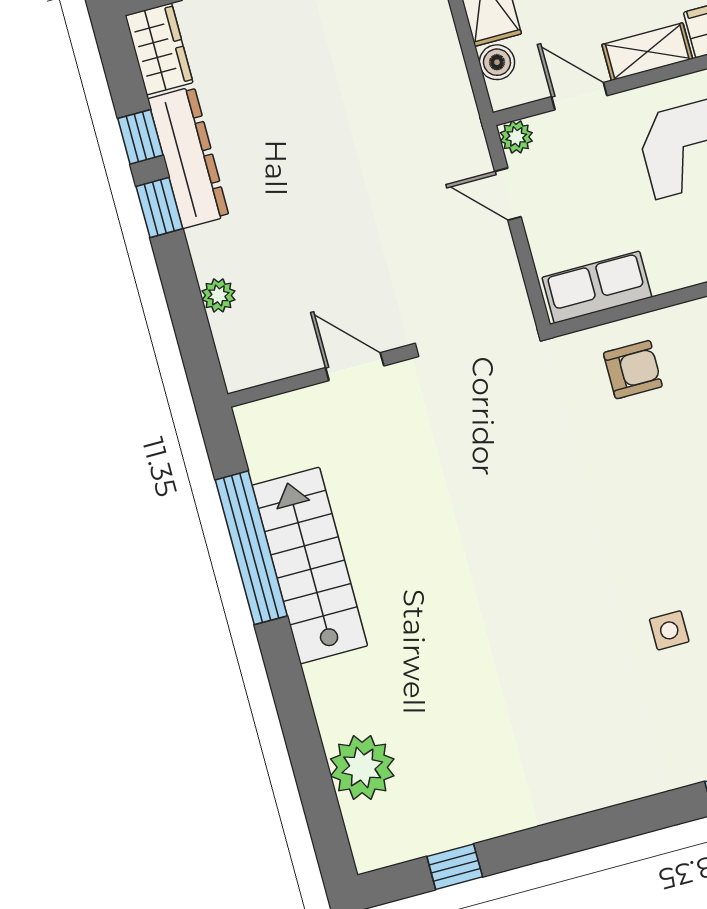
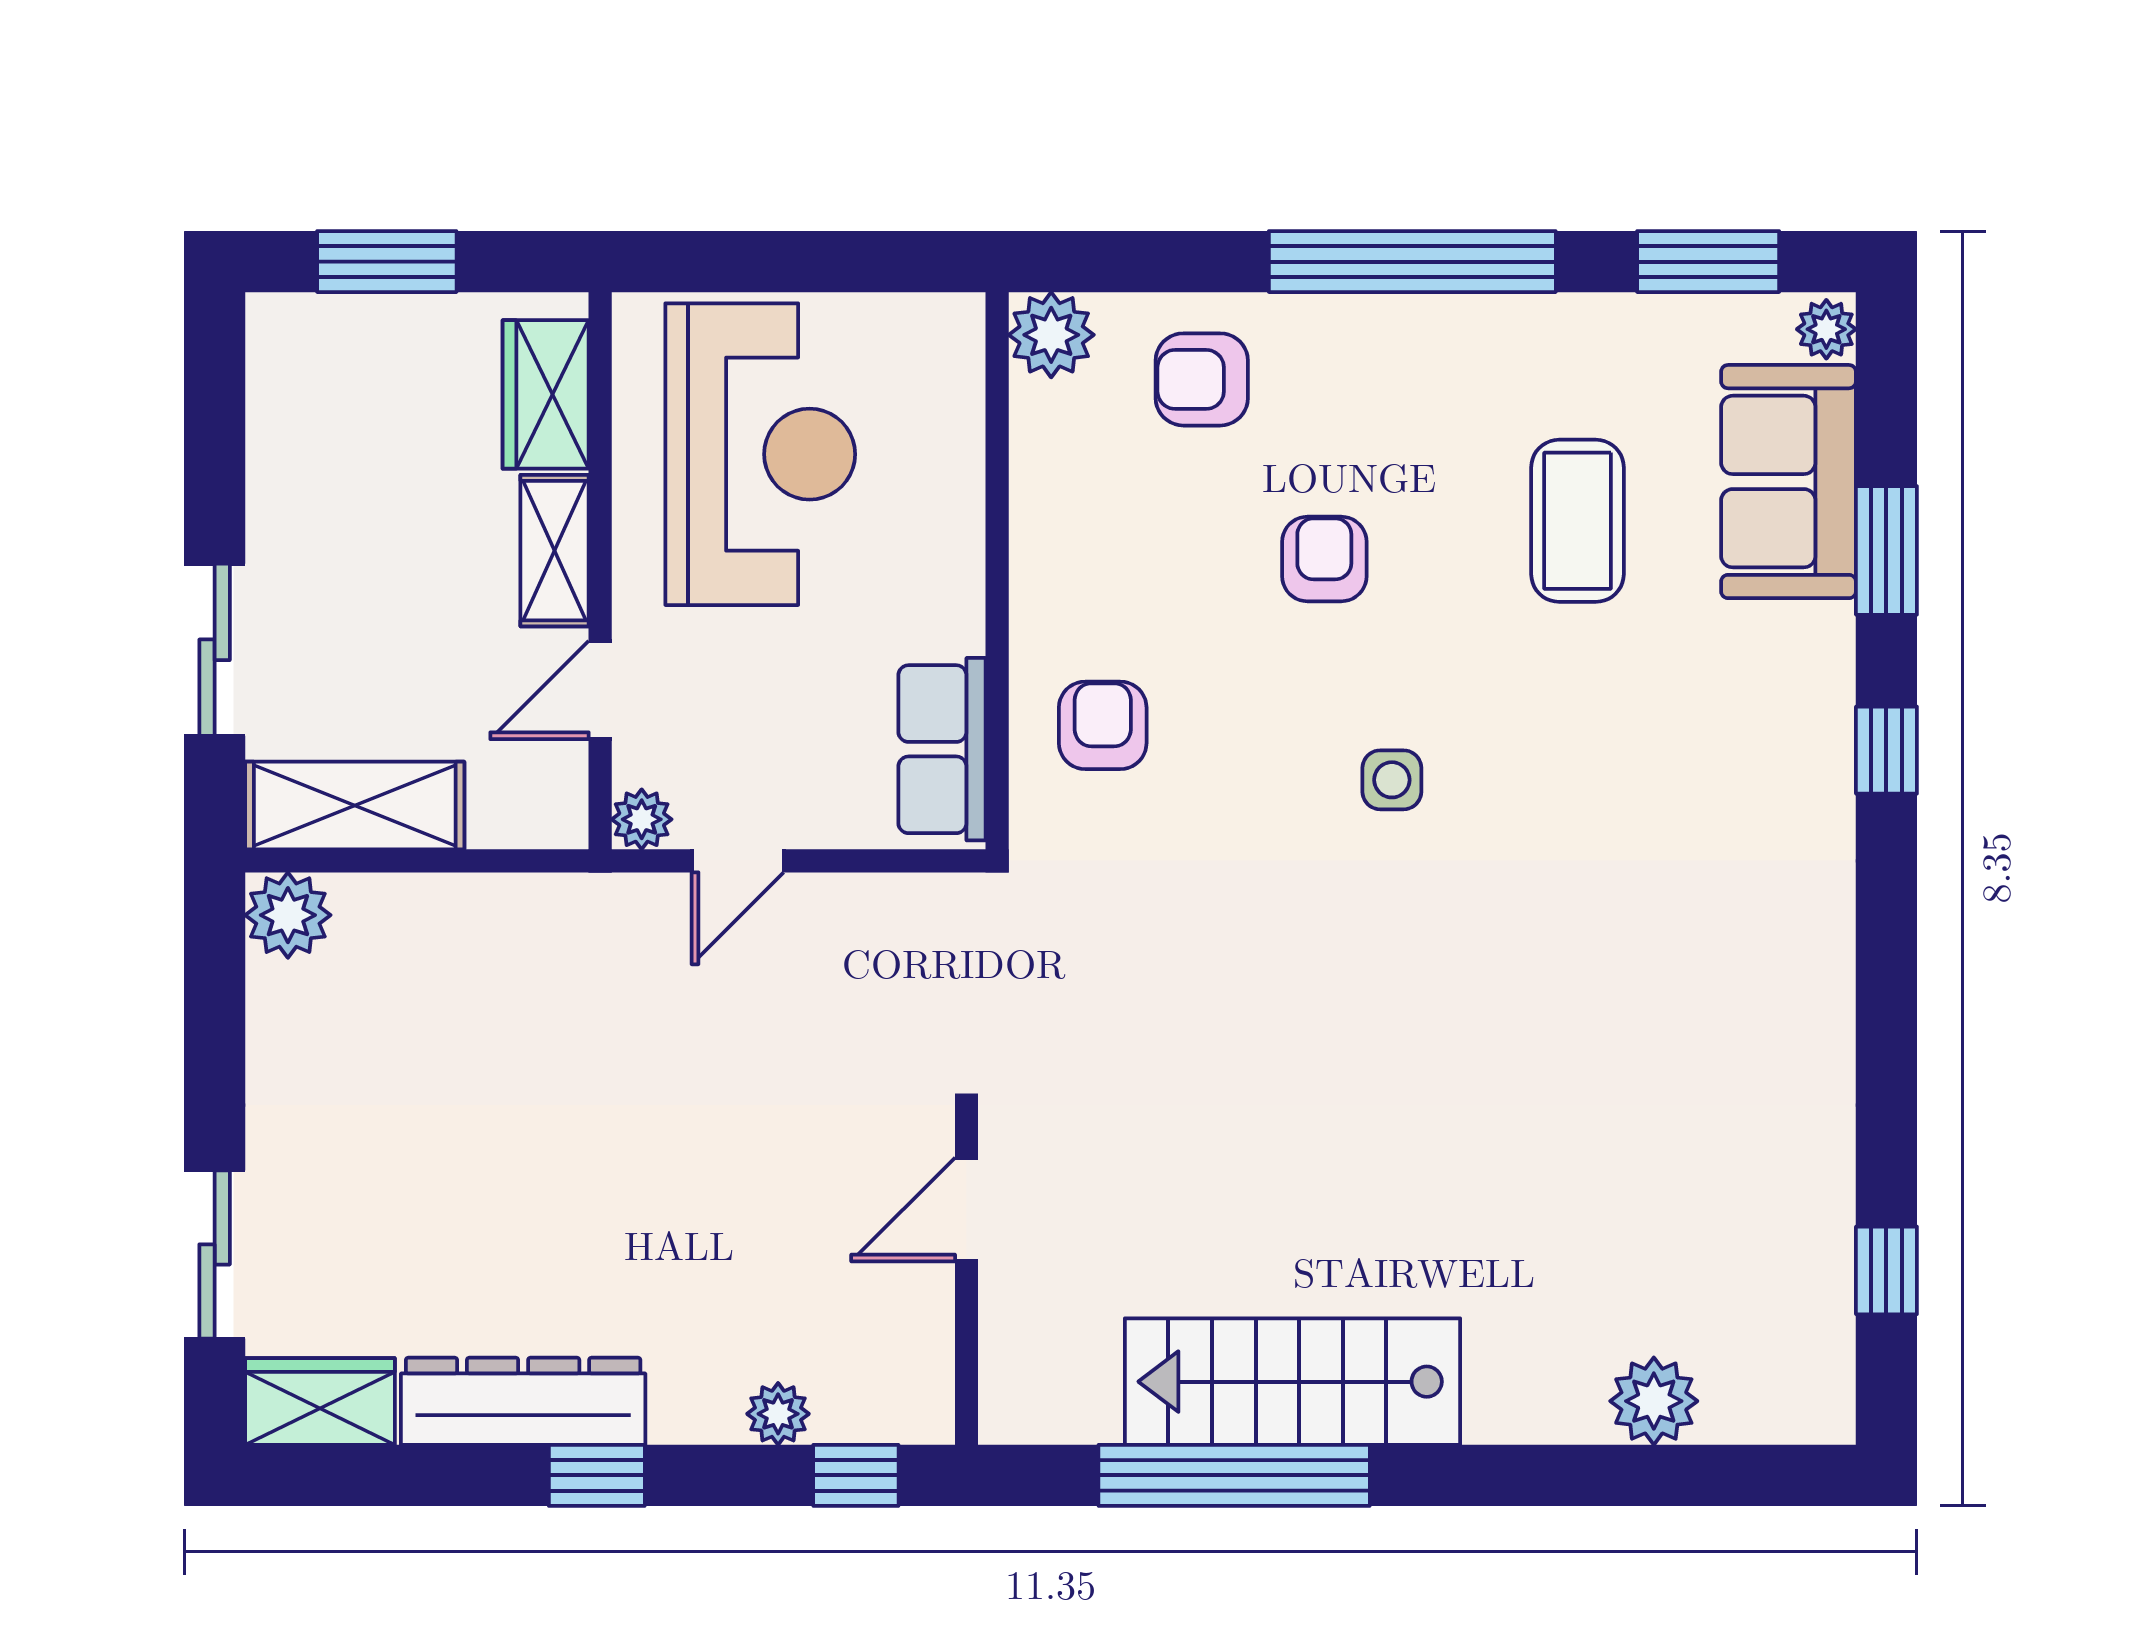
boiler: (497, 62) -> (502, 818), removed
window: (140, 137) -> (856, 1475), moved
side table: (669, 630) -> (1392, 780), moved
plant: (362, 767) -> (1654, 1401), width x0.73, depth x0.73

